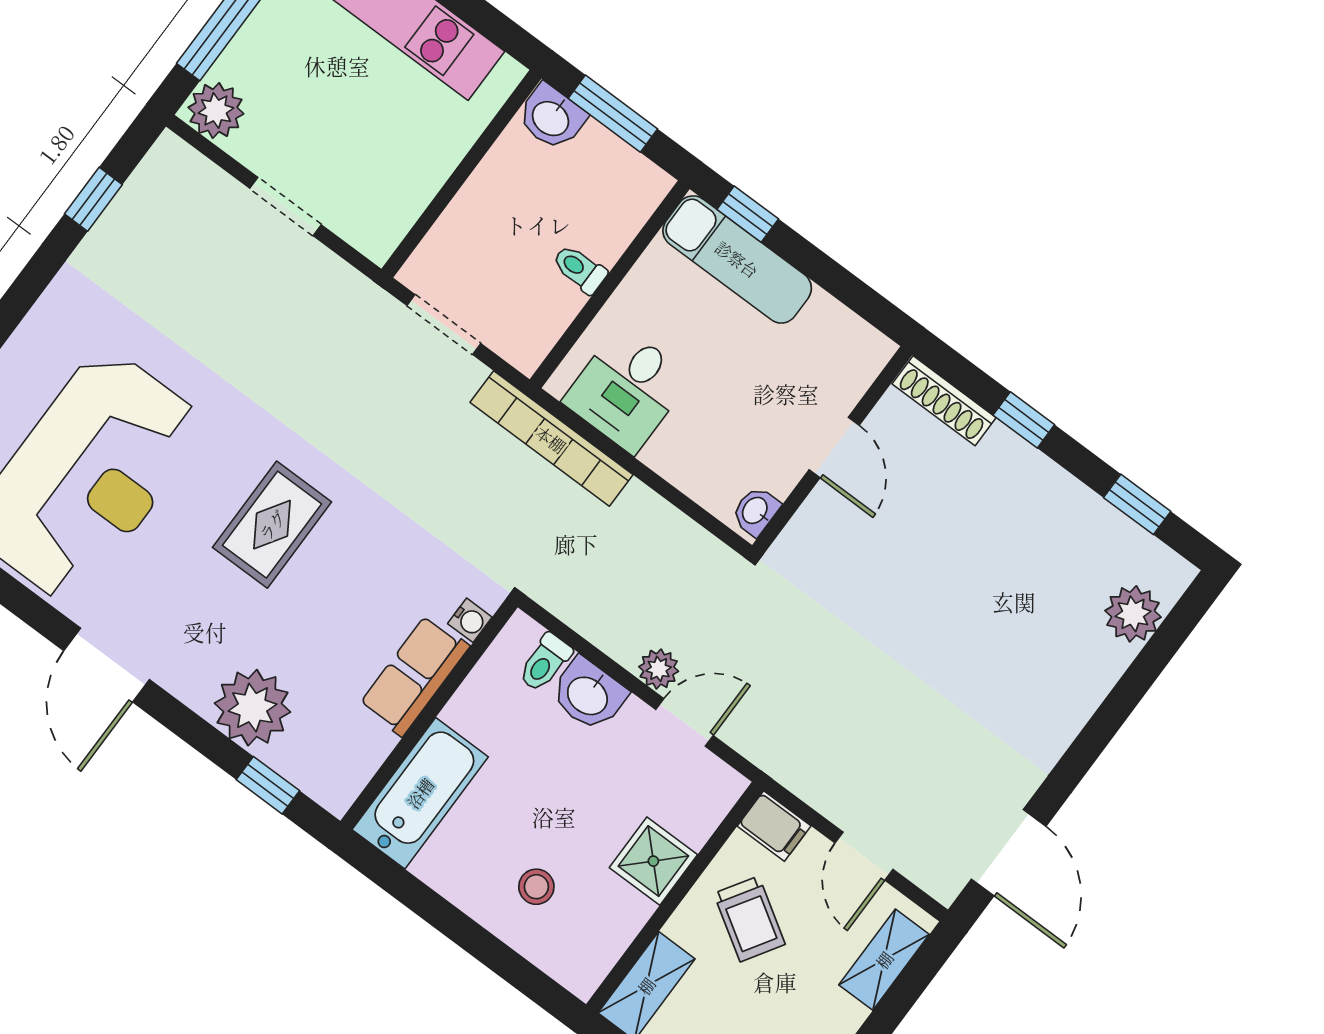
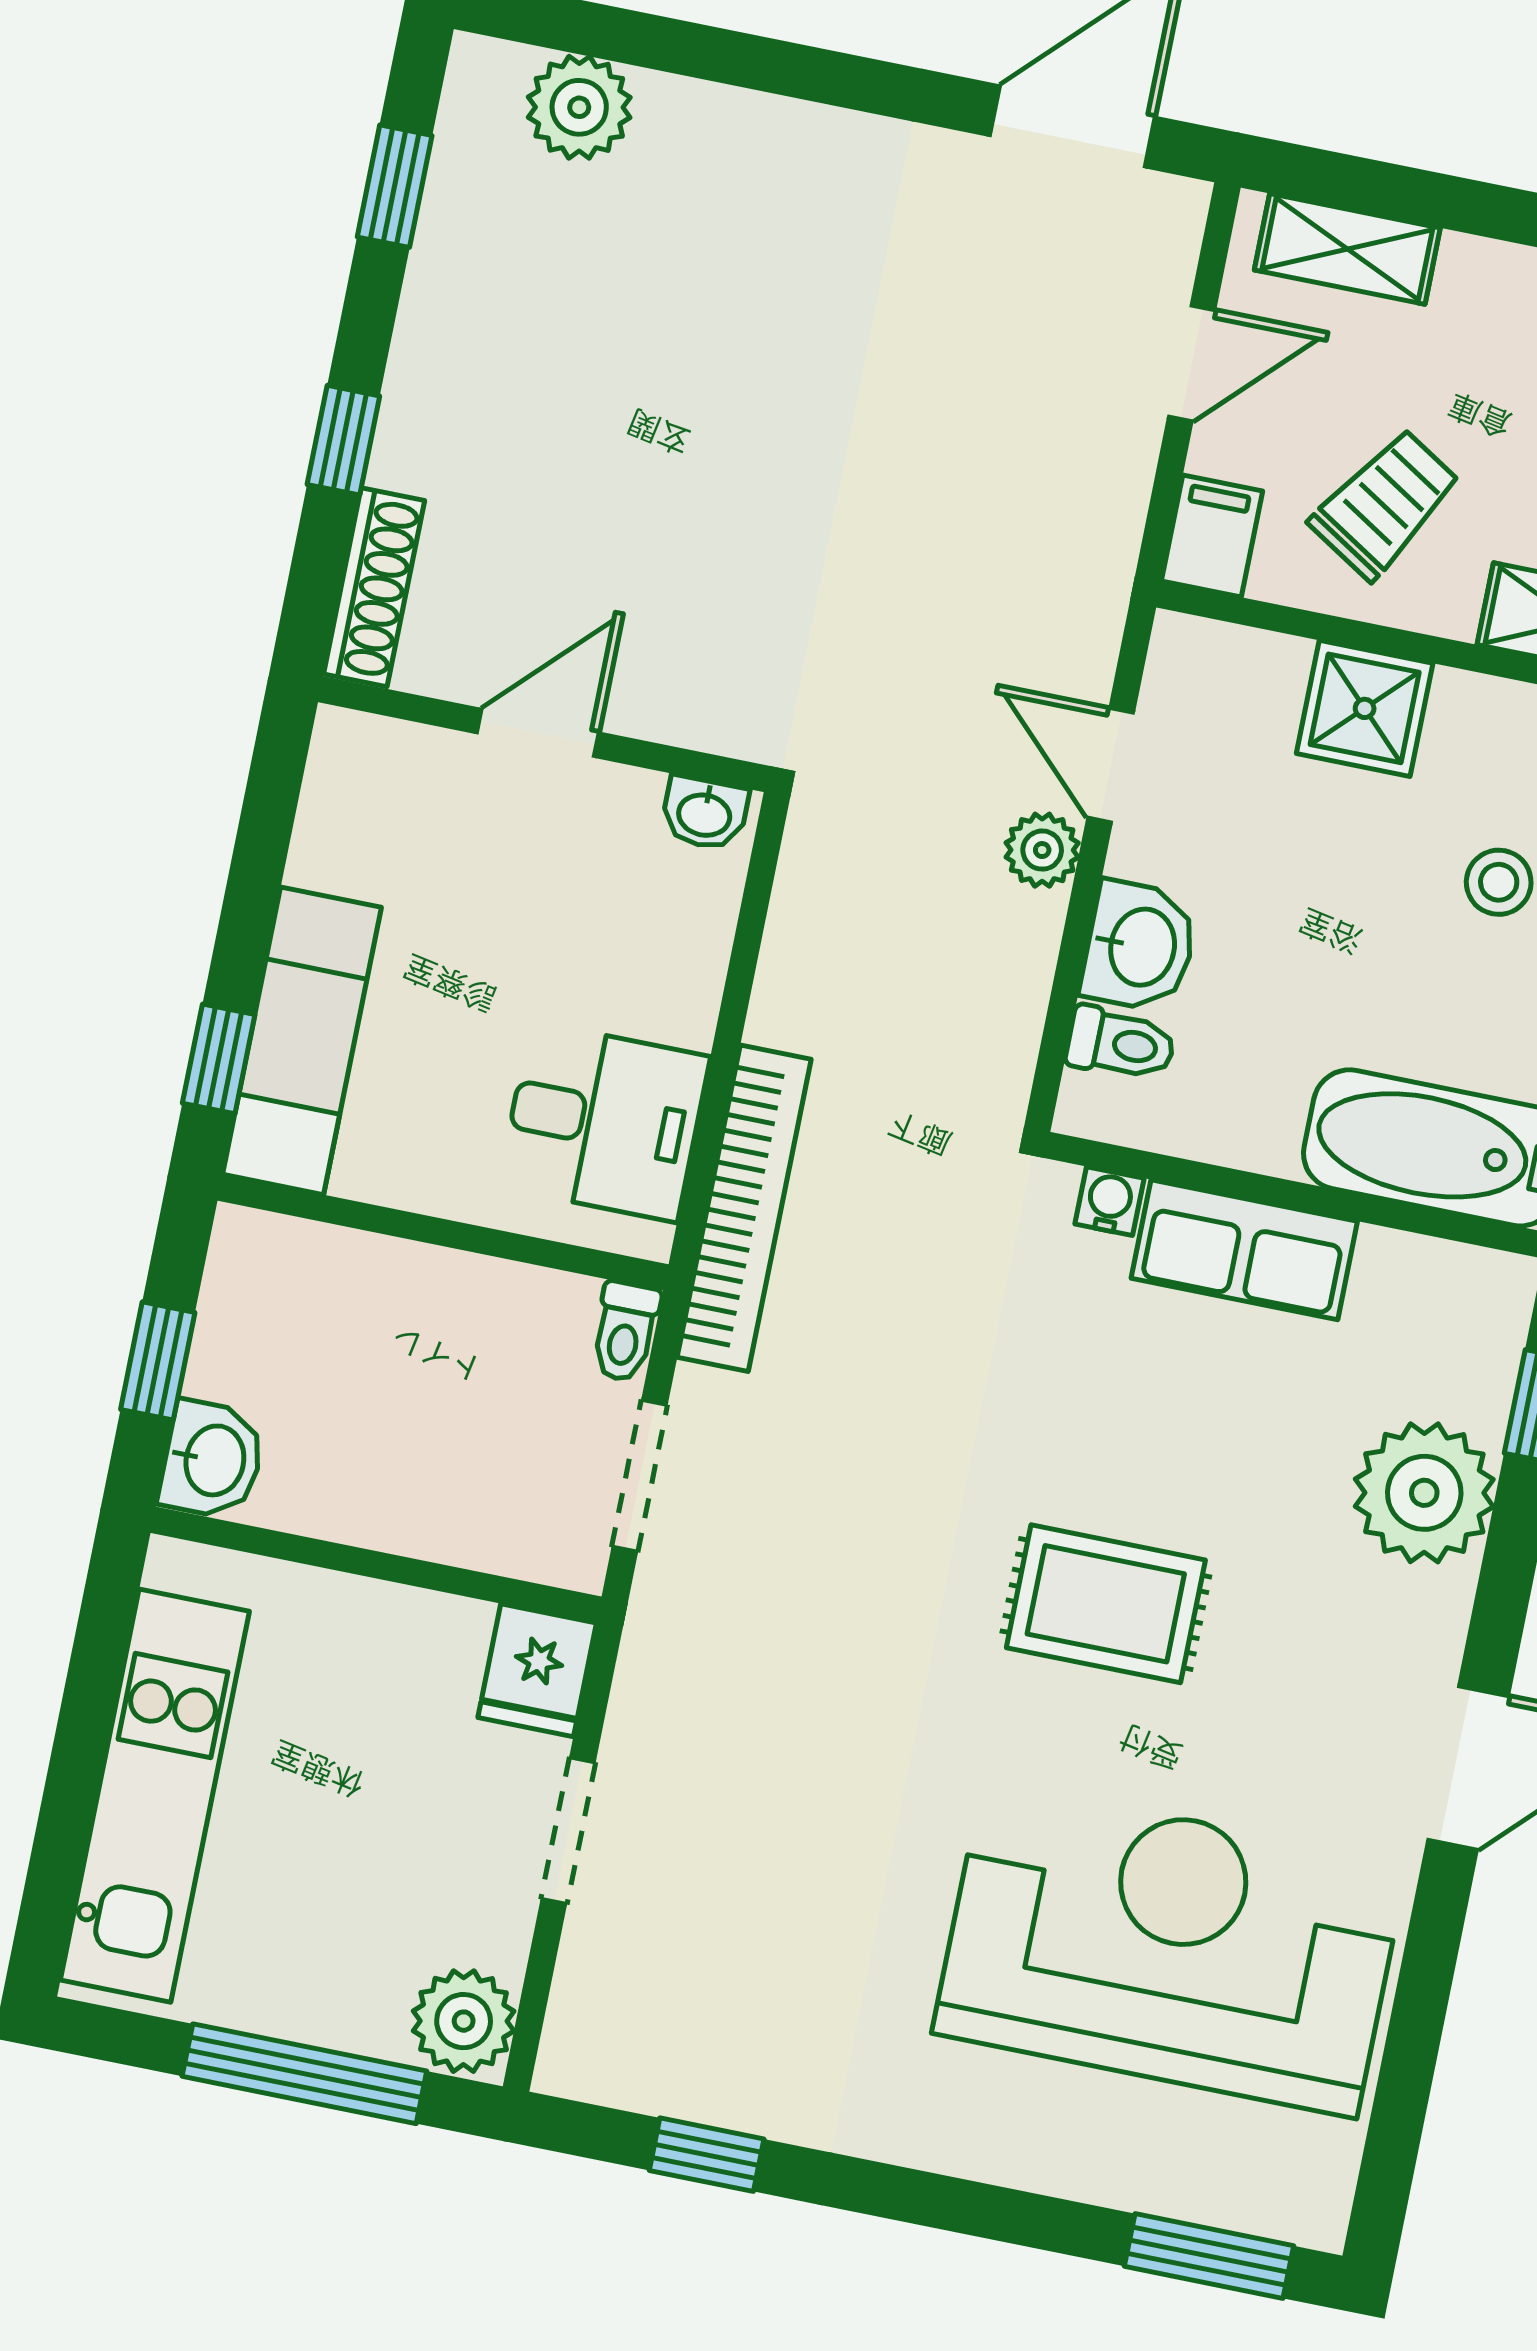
window: (613, 114) -> (158, 1361), width x0.67
fridge: (372, 229) -> (537, 1670), added
toilet: (580, 269) -> (625, 1332), moved

